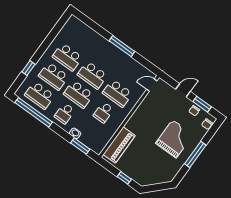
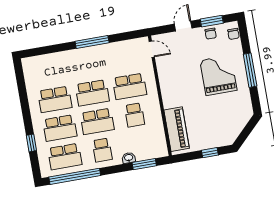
door: (152, 85) -> (152, 49), swing flipped

